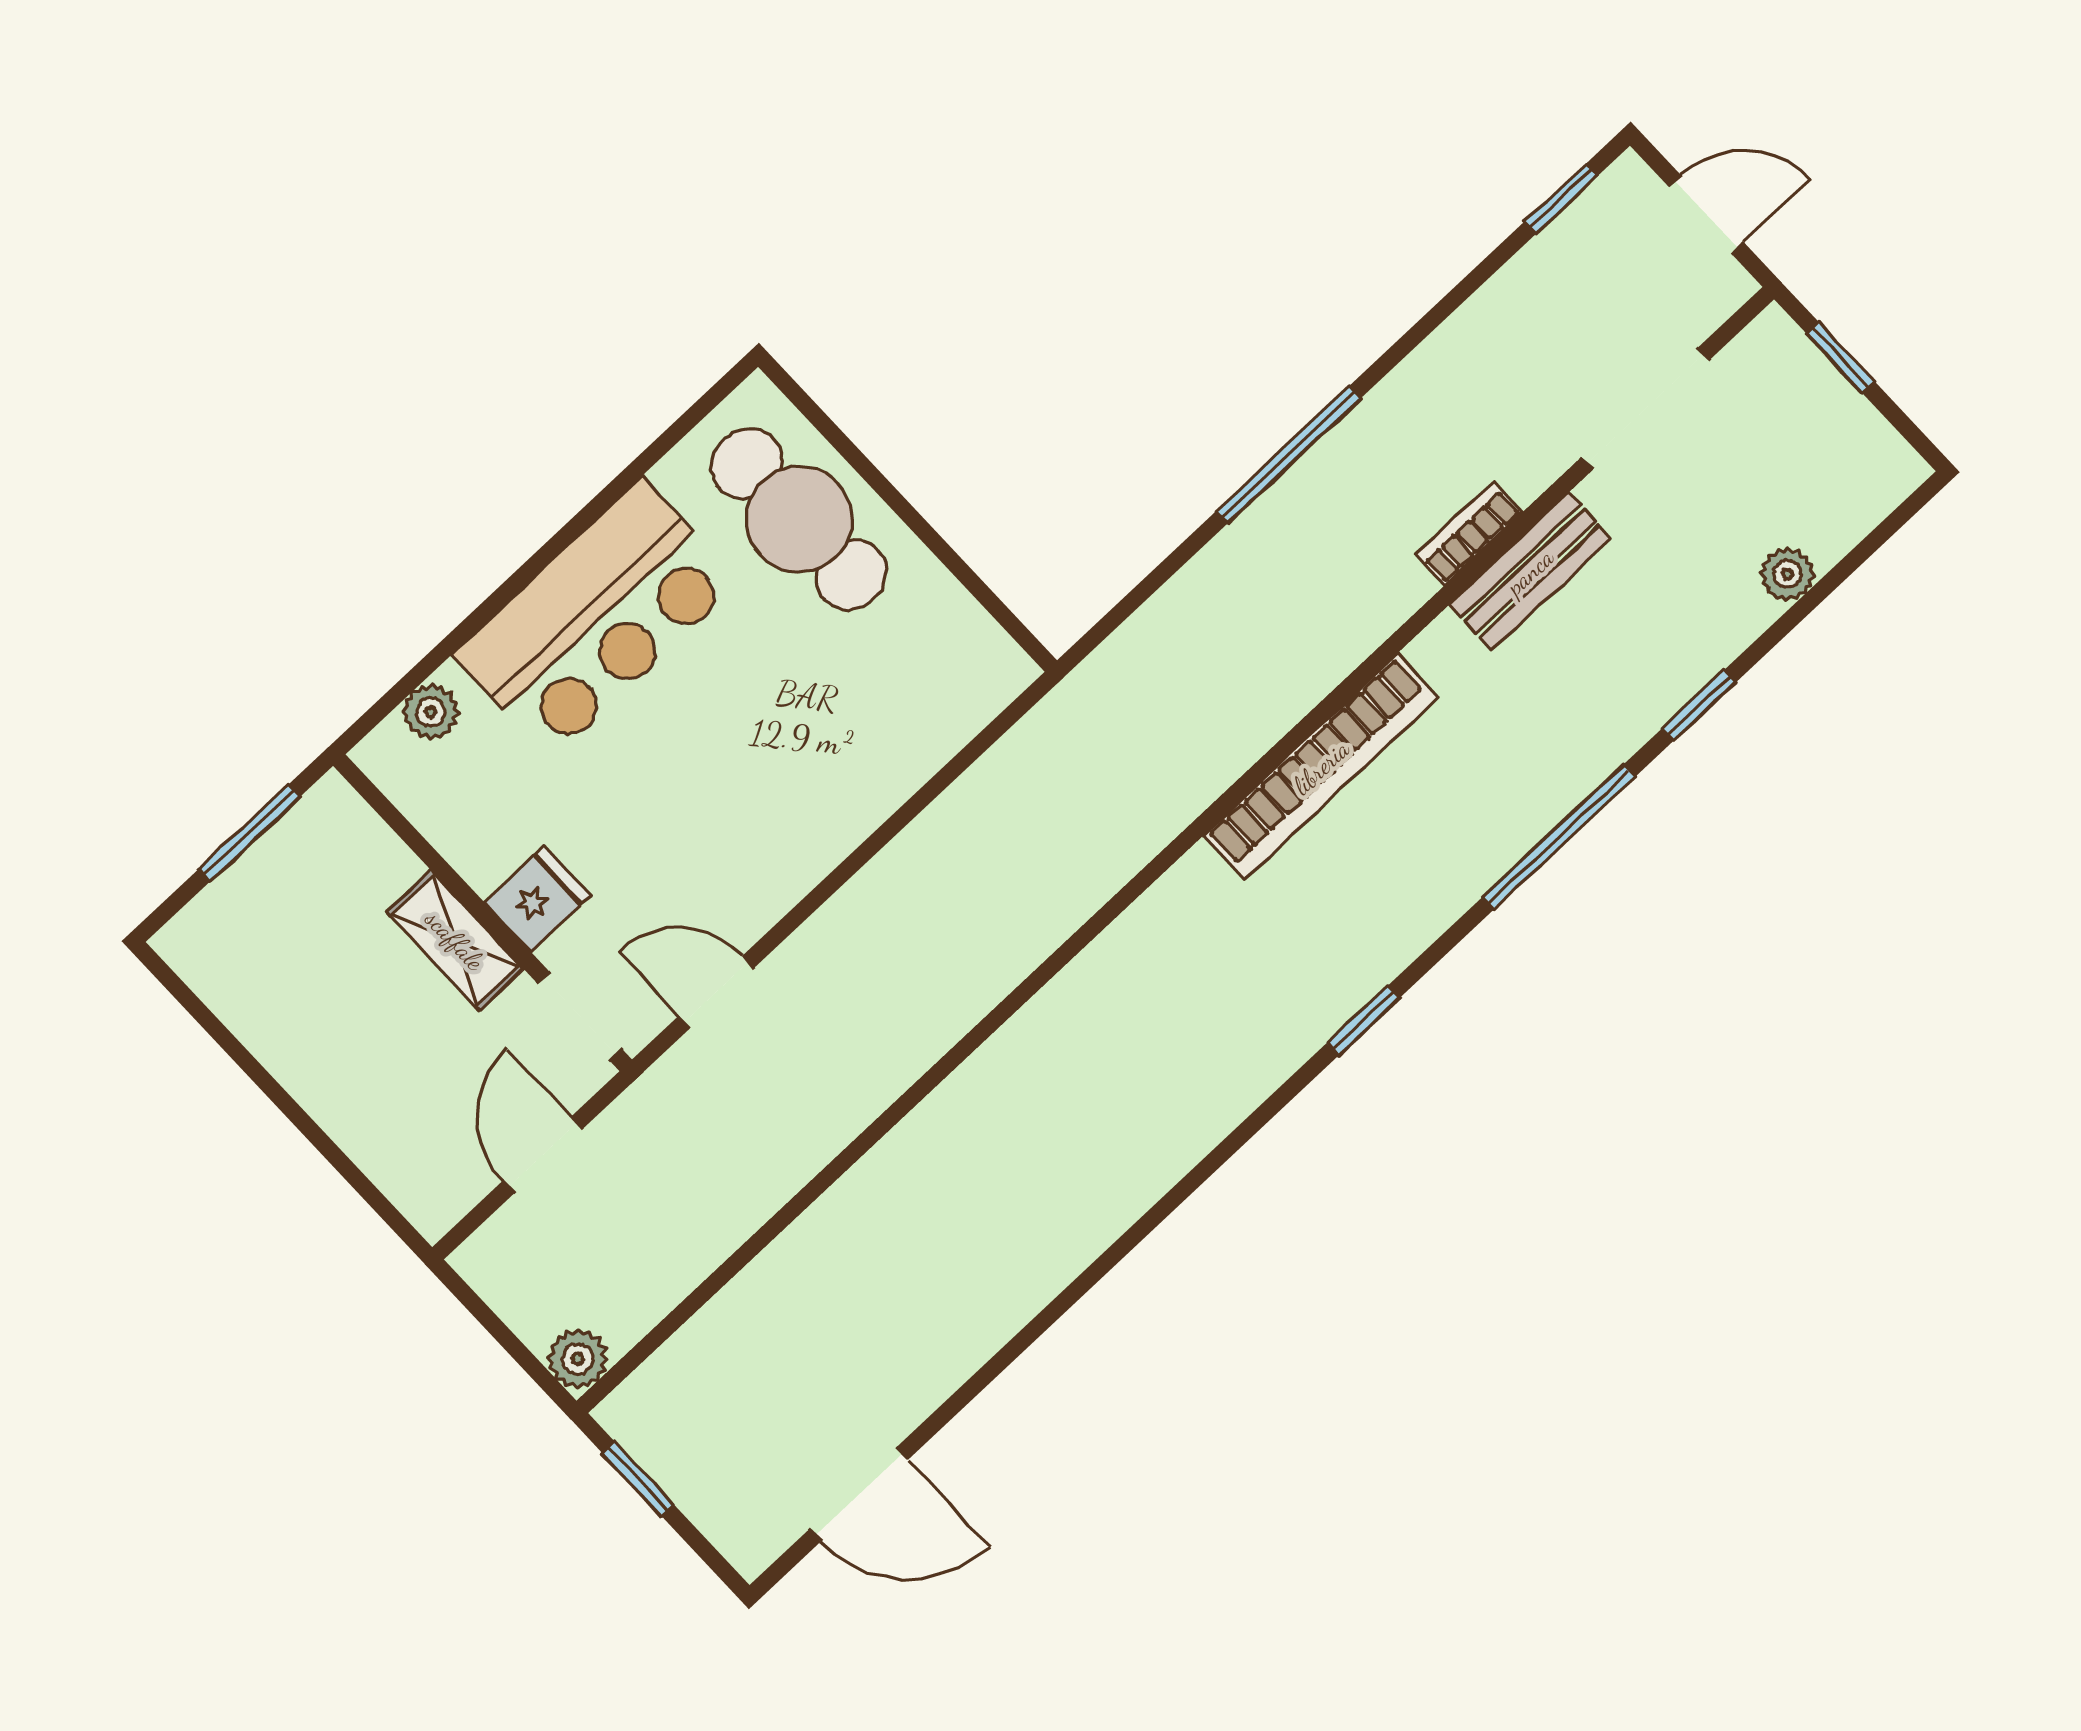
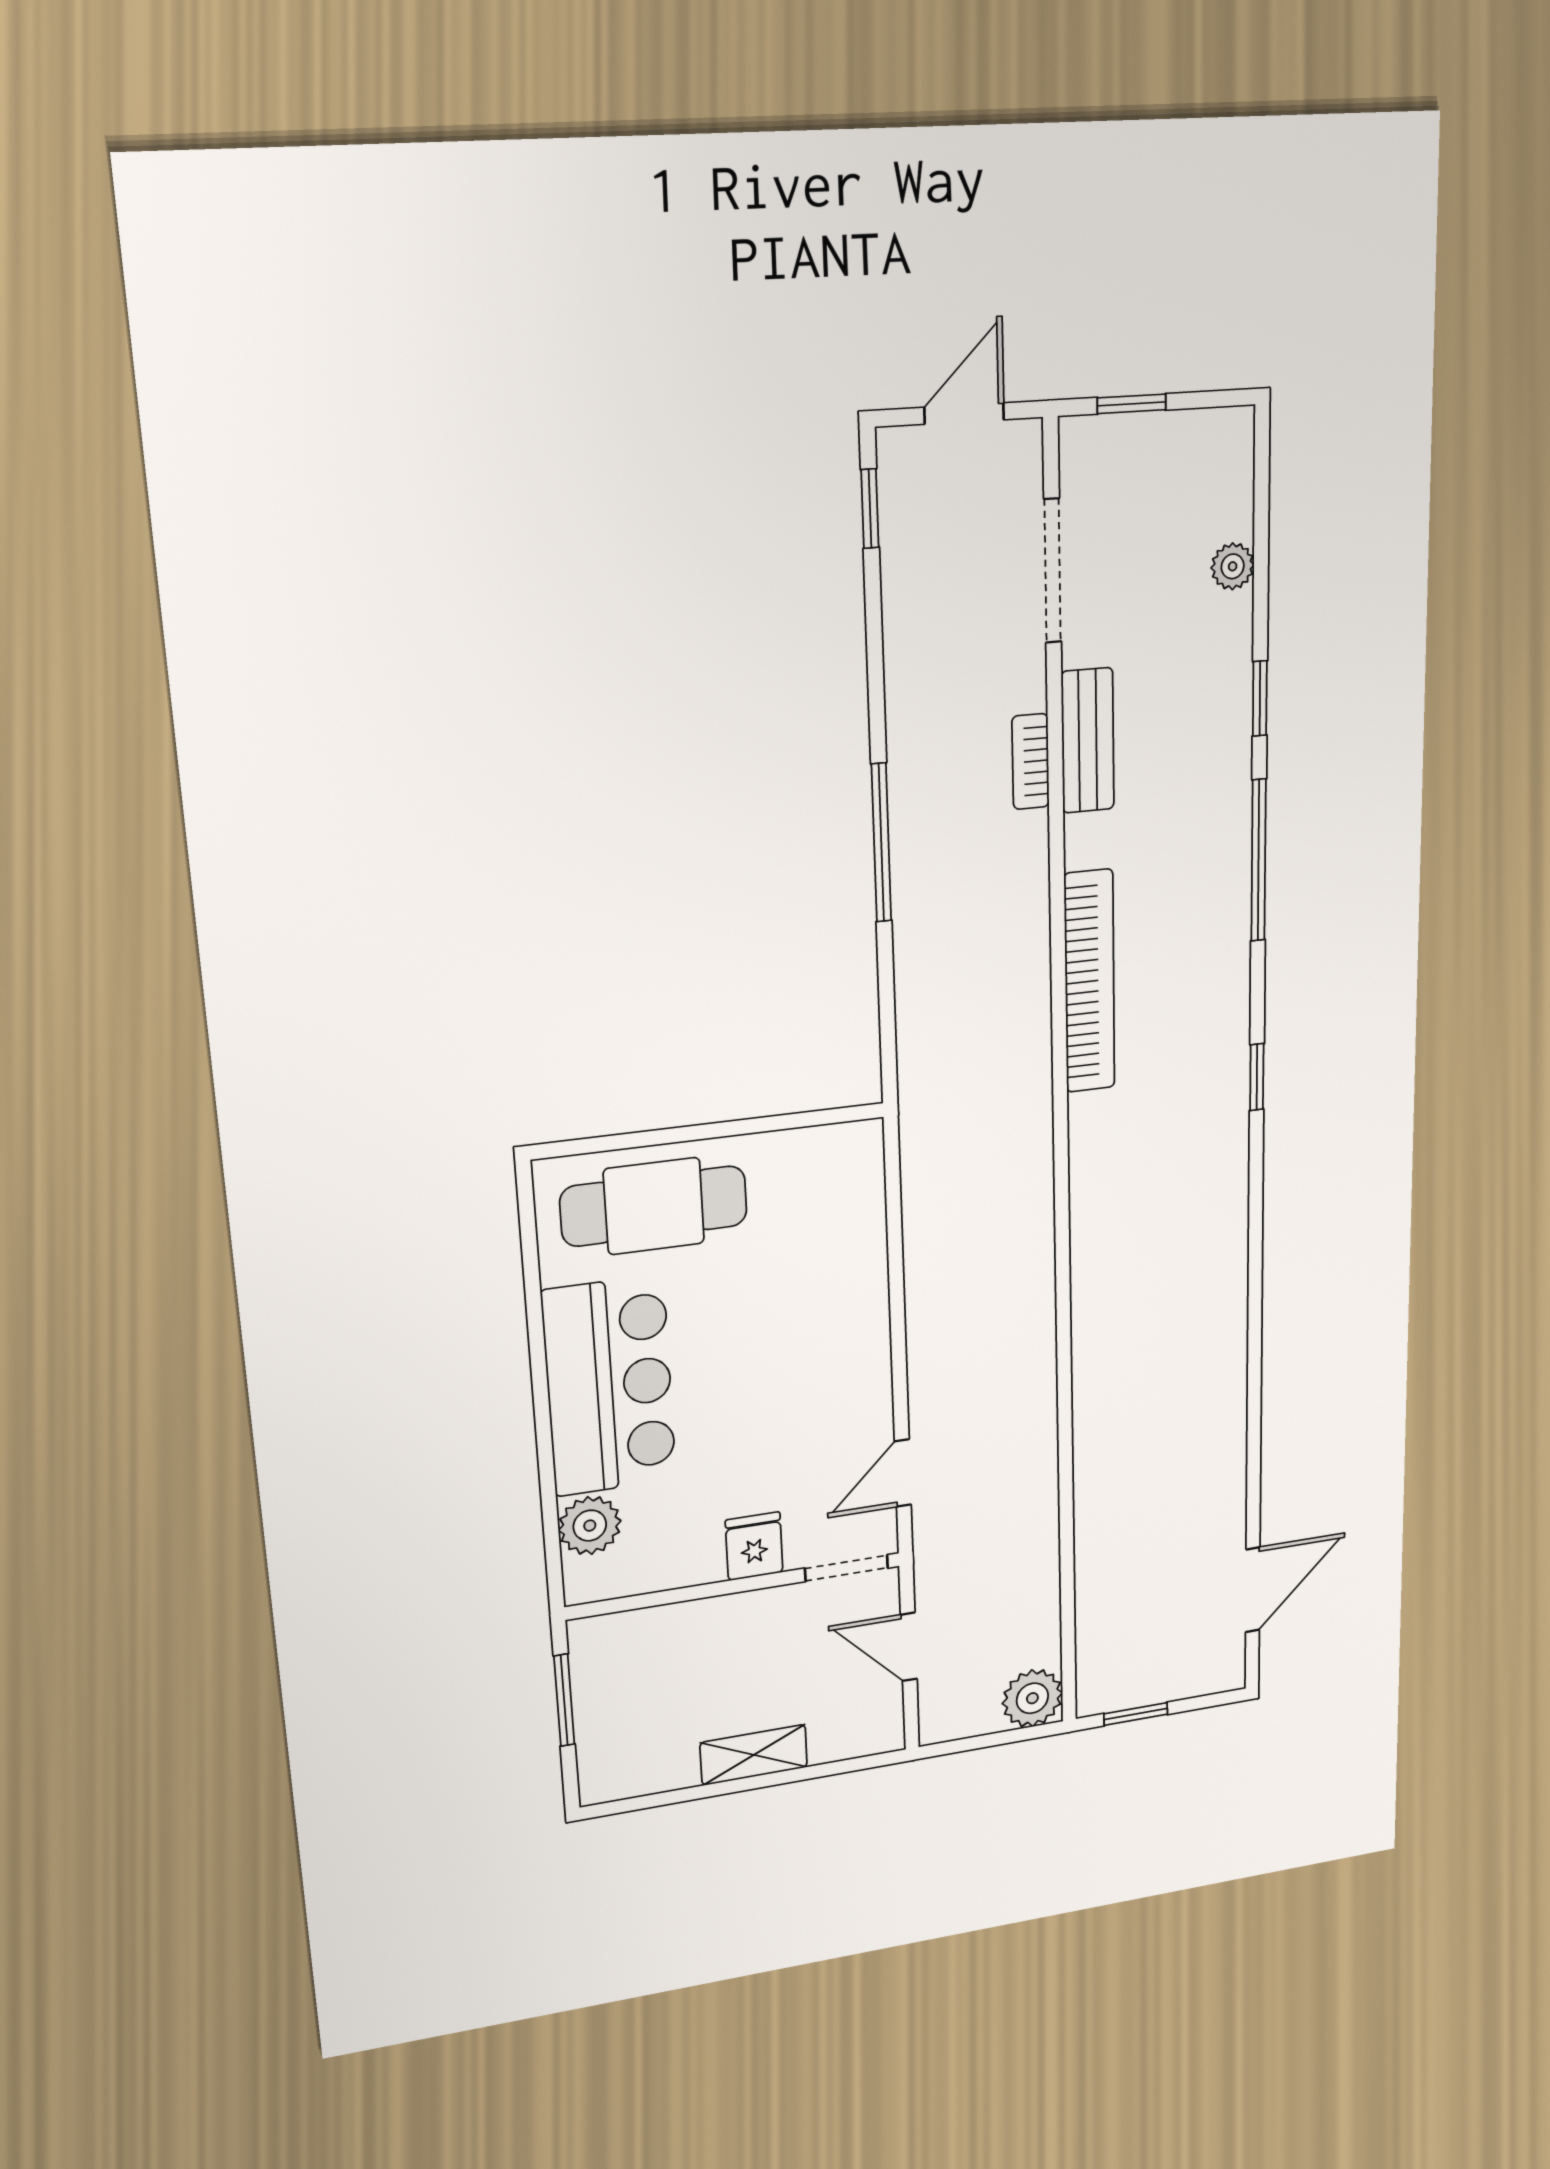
plant: (431, 712) -> (590, 1526), width x1.38, depth x1.38
shelving: (455, 940) -> (754, 1755), moved
plant: (578, 1359) -> (1032, 1698), width x1.38, depth x1.38

